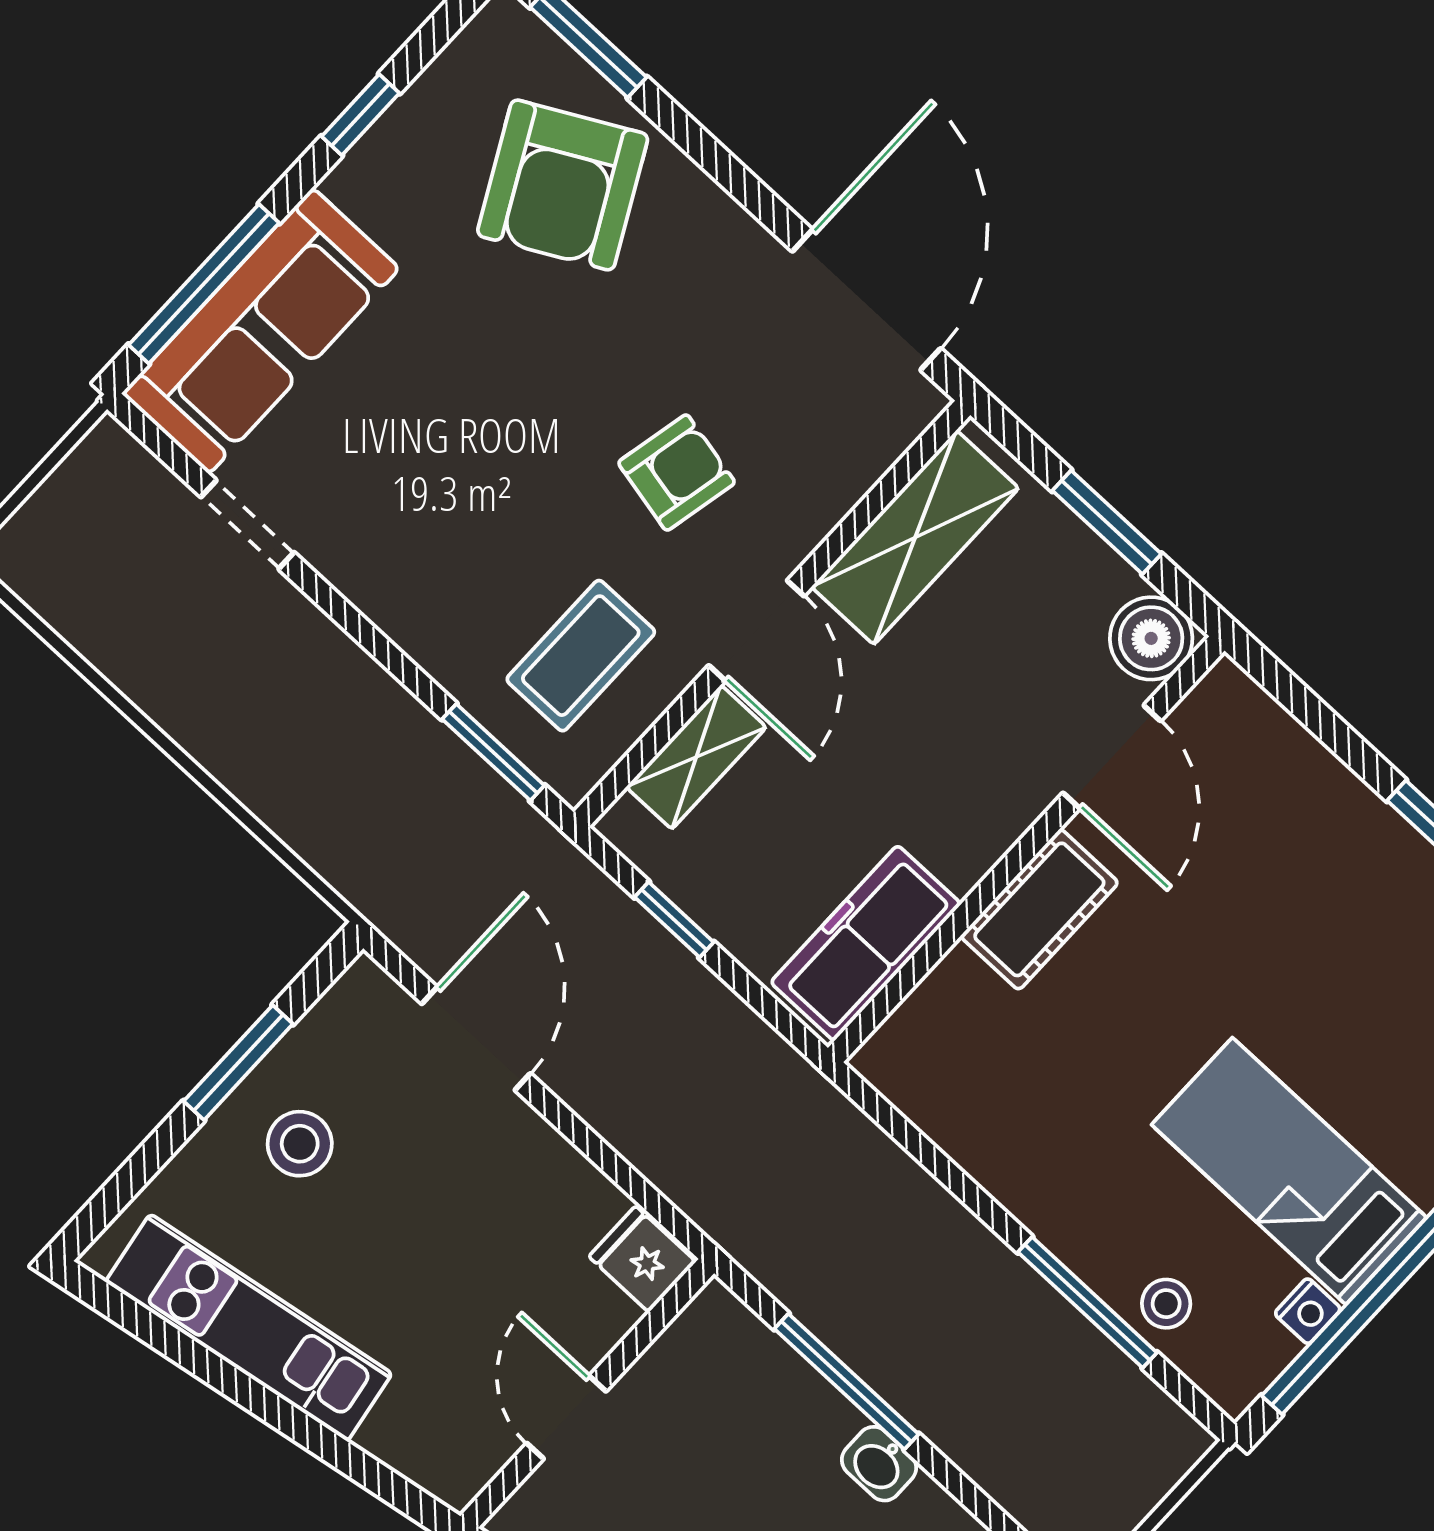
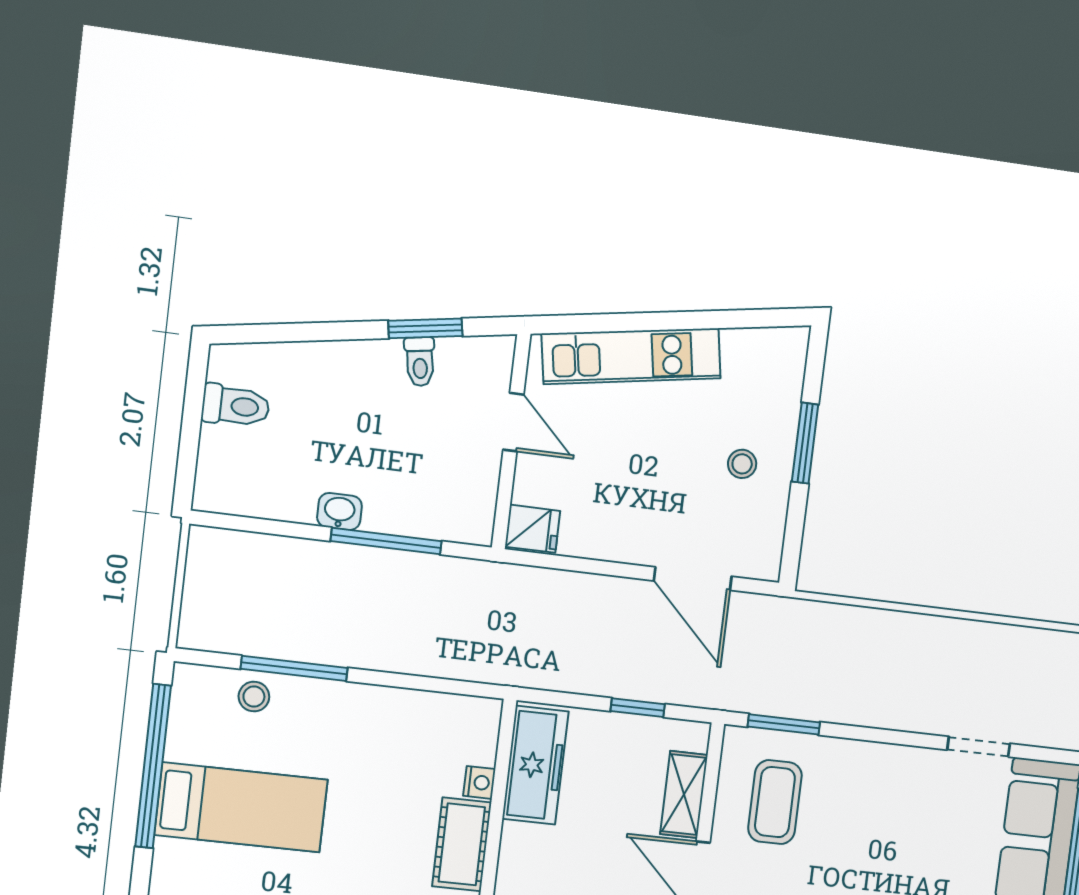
window: (238, 1063) -> (805, 443), moved
stool: (300, 1144) -> (742, 464), width x0.73, depth x0.73
nightstand: (1308, 1311) -> (479, 782), moved, turned 180
kitchen unit: (249, 1328) -> (631, 356), moved

